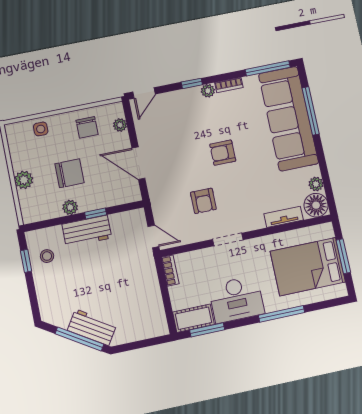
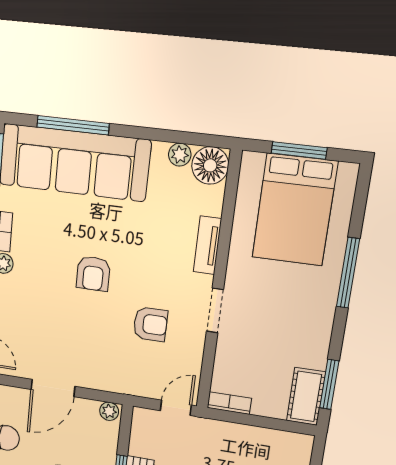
plant: (120, 125) -> (109, 411), moved
door: (138, 163) -> (53, 388), moved
tv unit: (284, 217) -> (207, 245), moved
desk: (236, 299) -> (302, 329), removed

